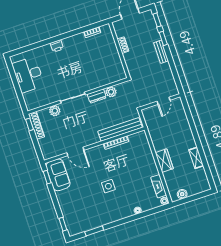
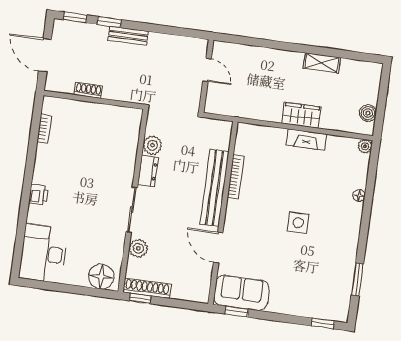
desk: (28, 75) -> (43, 253), moved, turned 90
floor lamp: (31, 99) -> (101, 277), added
bench: (120, 129) -> (215, 188), moved
door: (75, 151) -> (218, 247), swing flipped
fireplace: (159, 186) -> (307, 140), moved

